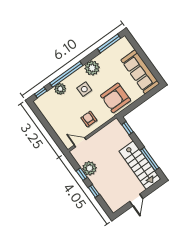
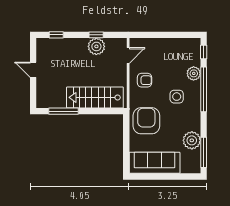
plant: (92, 68) -> (192, 140), moved
window: (127, 128) -> (109, 111), removed
stairs: (140, 165) -> (95, 97), moved
window: (94, 191) -> (56, 35), moved

